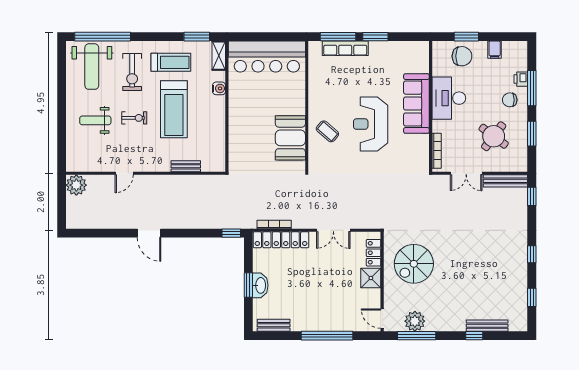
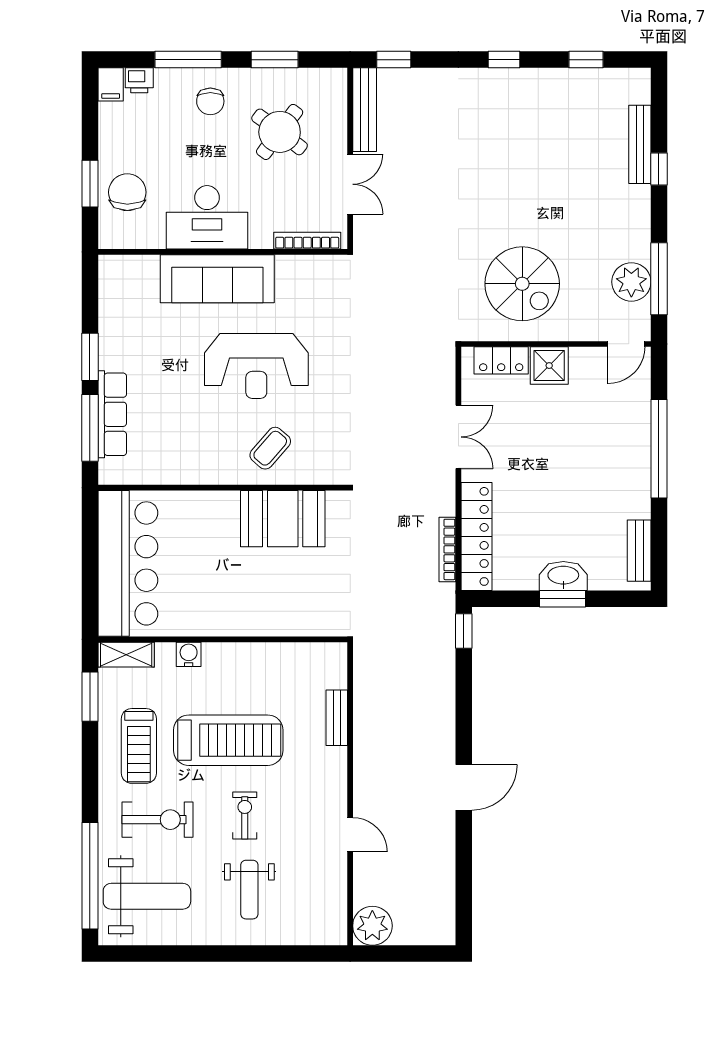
filing cabinet: (495, 50) -> (111, 84), moved, turned 90
treadmill: (171, 62) -> (139, 746), turned 180
printer: (521, 79) -> (139, 80), moved

